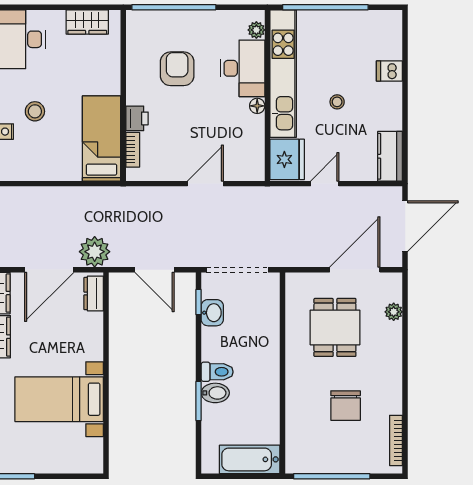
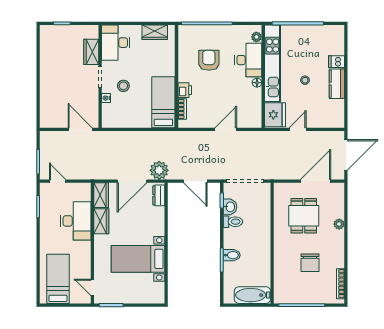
kitchen counter: (390, 156) -> (337, 84), moved
plant: (394, 312) -> (339, 224), moved
toilet: (217, 372) -> (233, 222), moved

